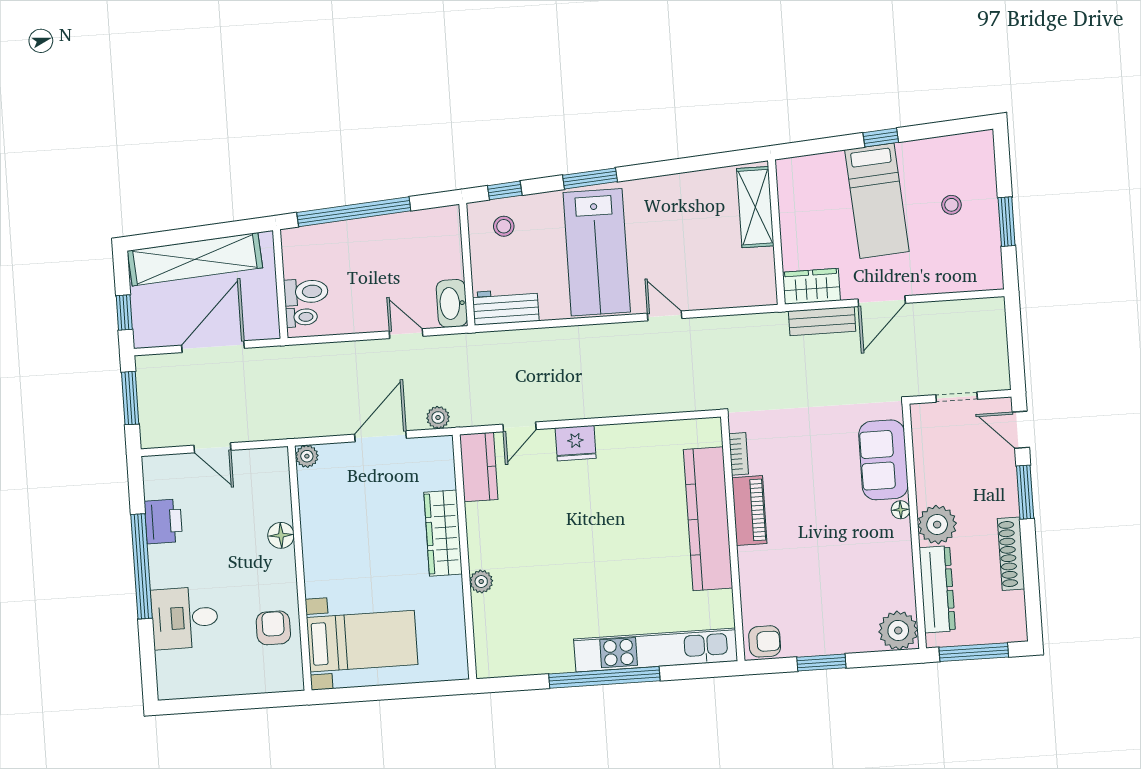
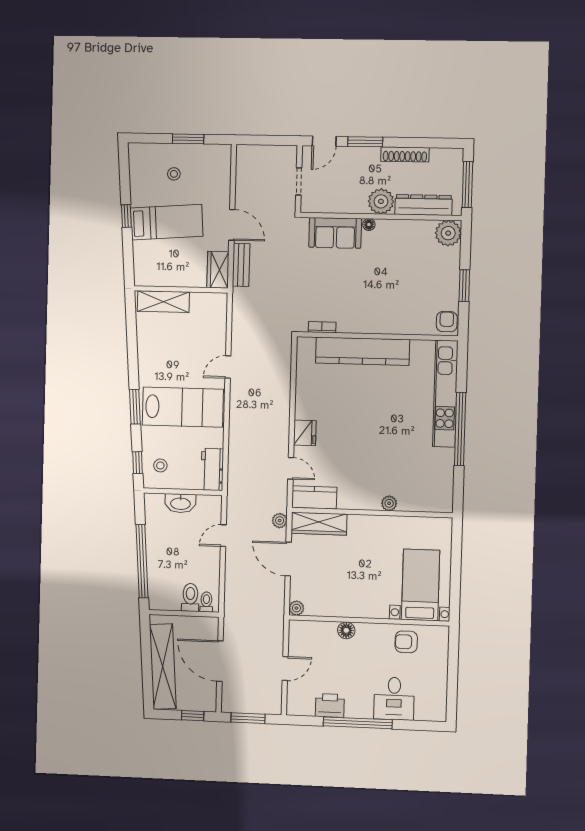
washbasin: (452, 303) -> (180, 503), moved
piano: (749, 511) -> (360, 324), removed
wardrobe: (443, 533) -> (319, 524), moved

